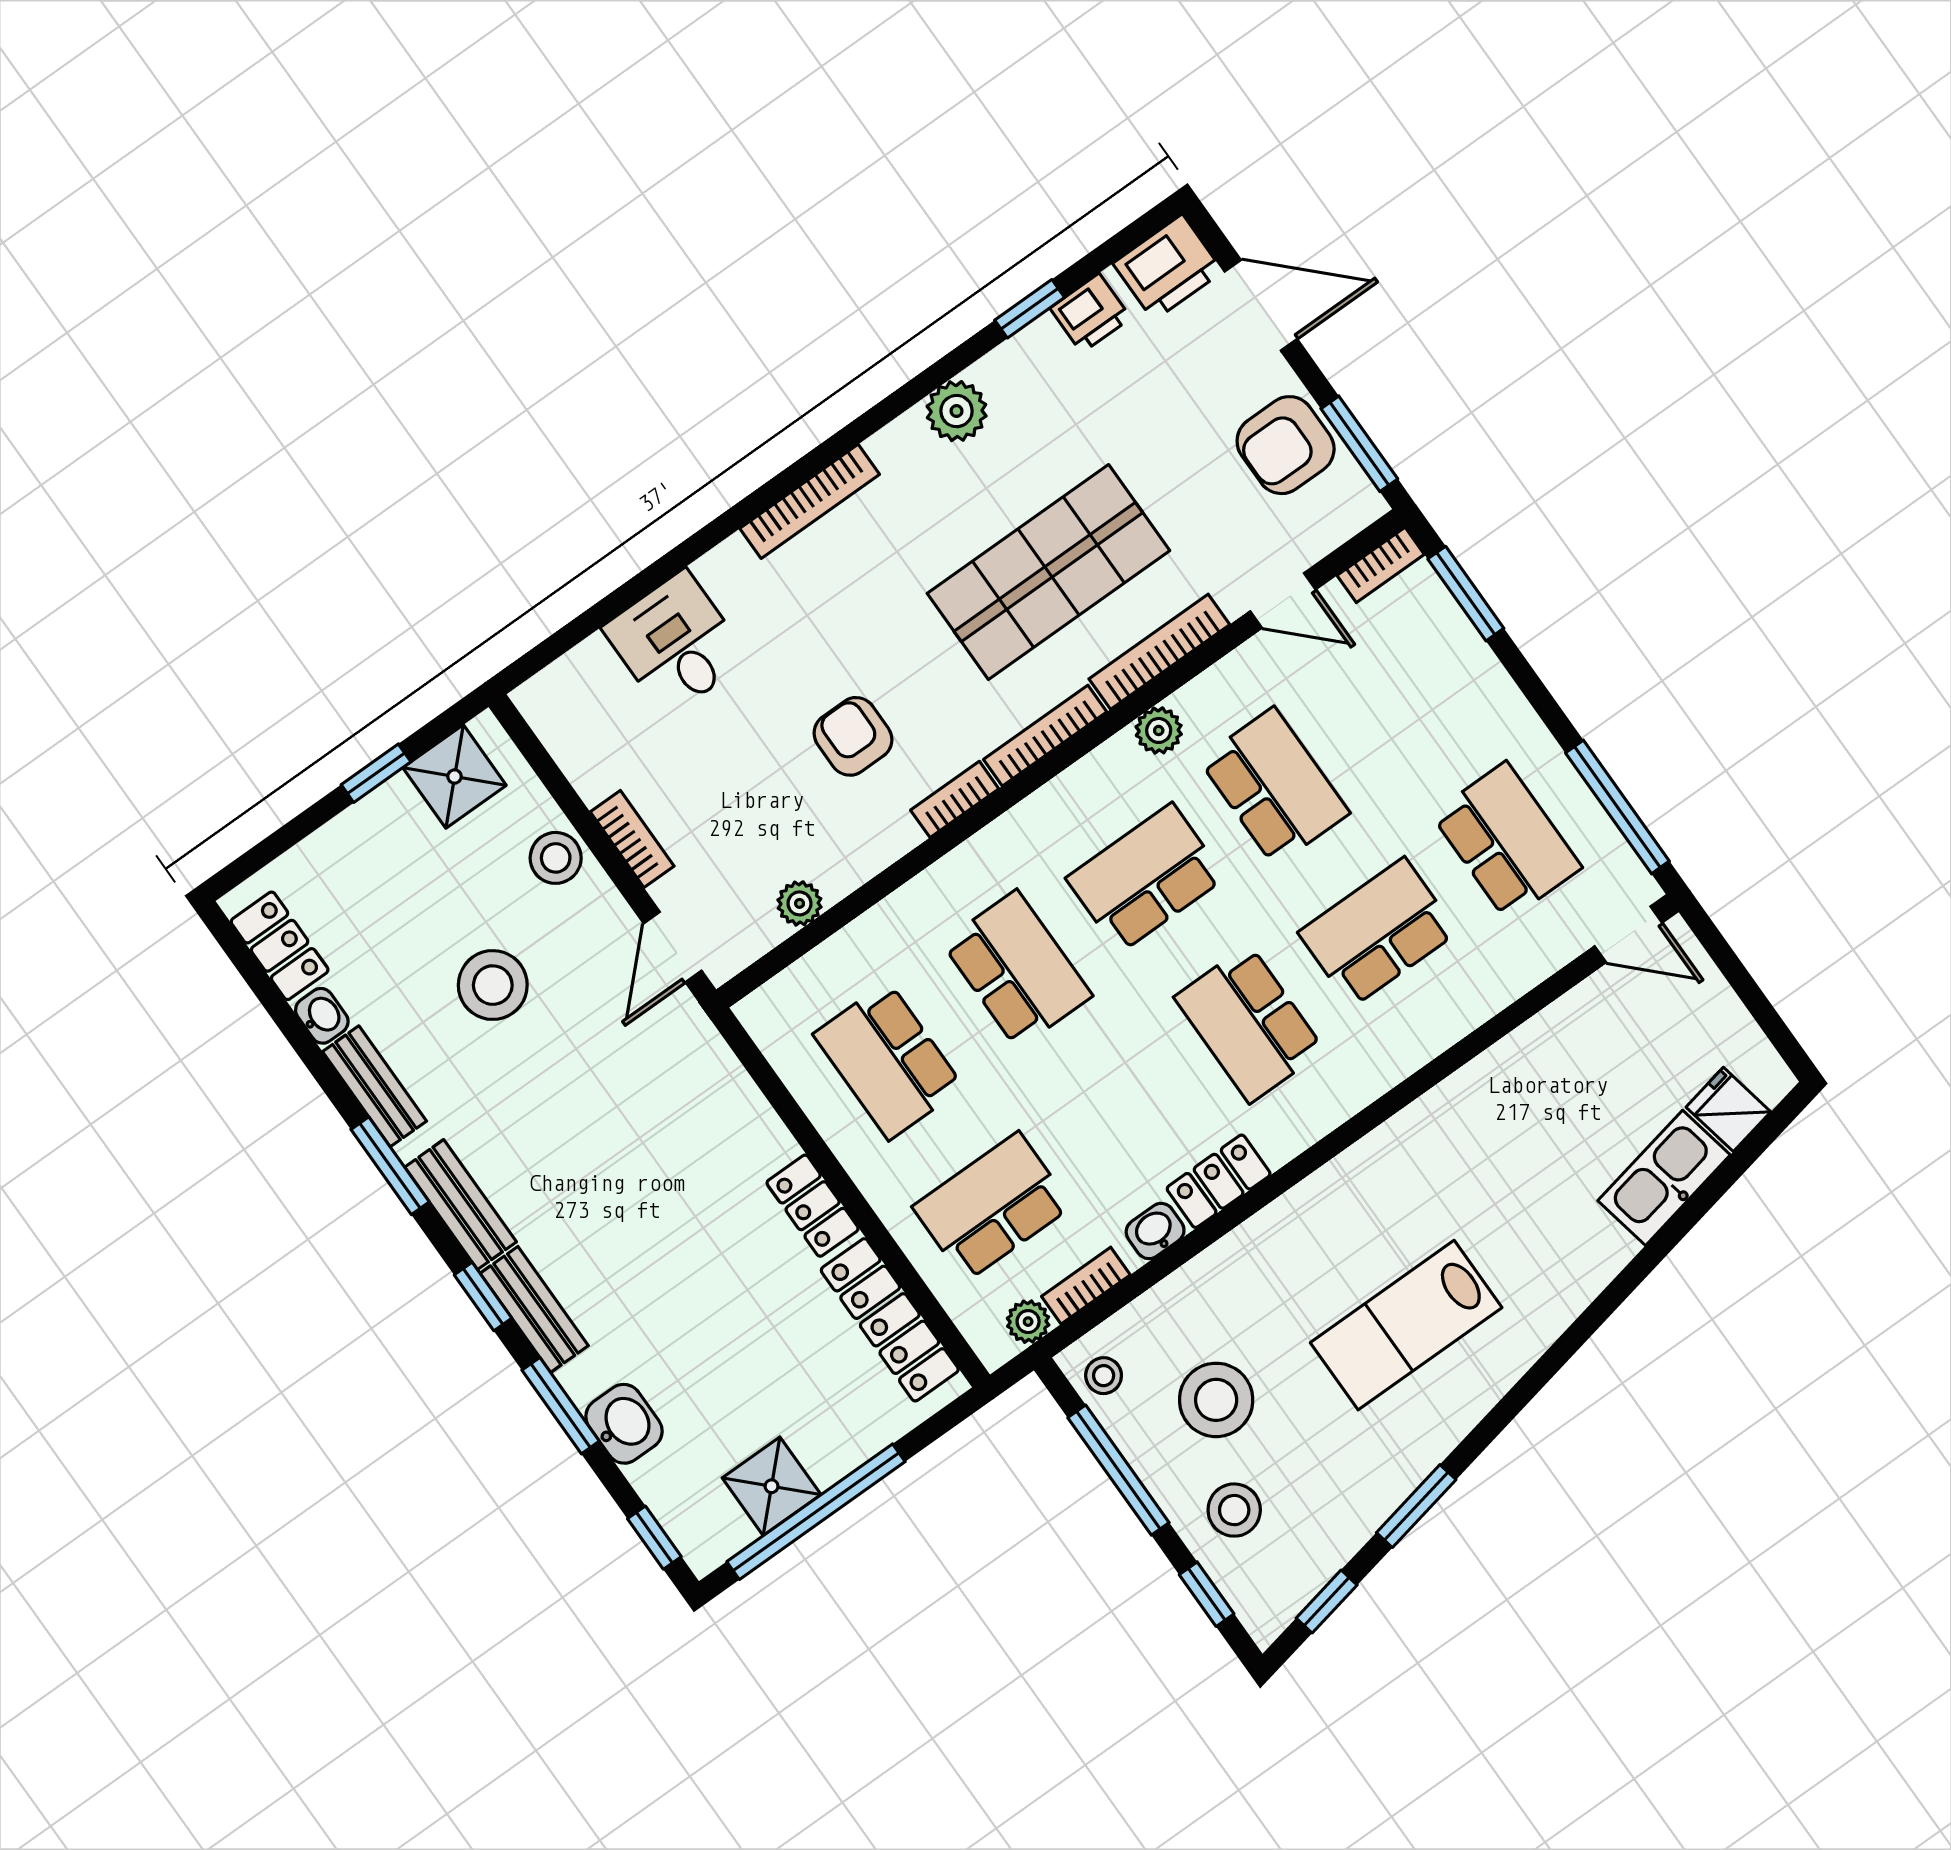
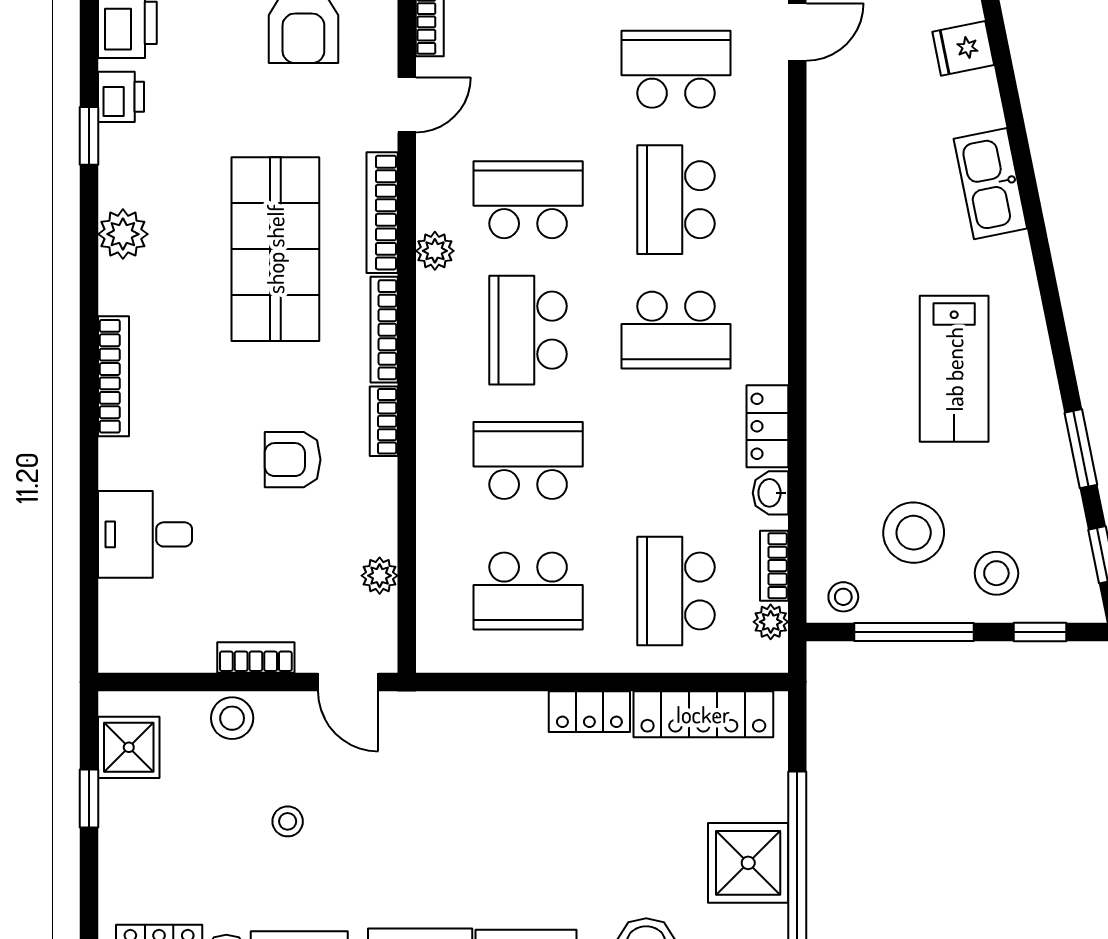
stool: (493, 985) -> (288, 821), width x0.53, depth x0.53
kitchen sink: (1664, 1178) -> (990, 184), moved
shower: (772, 1486) -> (748, 863), width x1.36, depth x1.36

